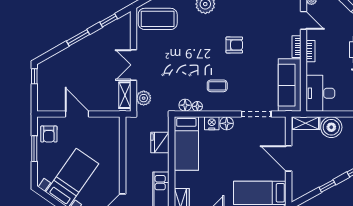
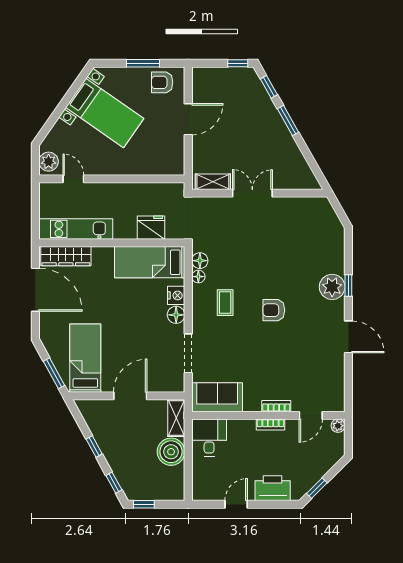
coffee table: (158, 19) -> (313, 225), removed
window: (109, 20) -> (269, 87), moved
armchair: (234, 45) -> (274, 310), moved, turned 90
sofa: (290, 85) -> (217, 397), width x0.73
desk: (320, 93) -> (209, 437), width x0.73
plant: (144, 98) -> (209, 206), removed

